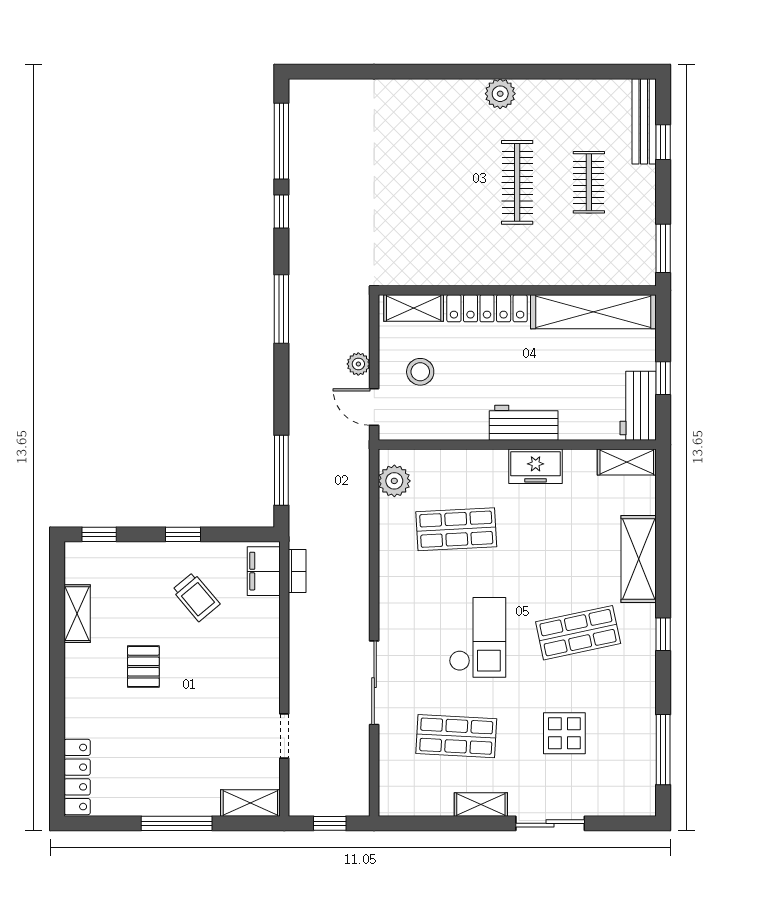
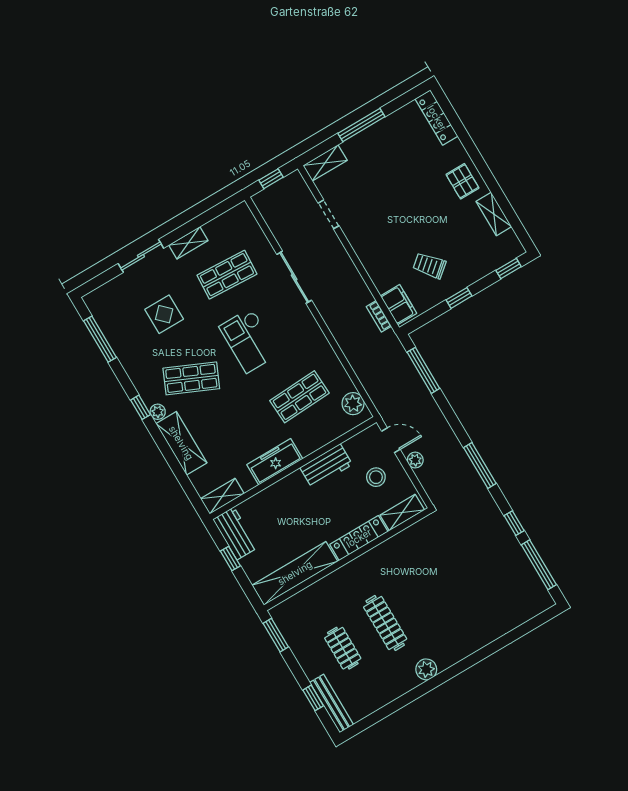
workbench: (524, 423) -> (326, 466), moved
freezer: (536, 466) -> (275, 462), width x1.40
plant: (645, 616) -> (158, 412), added
shop shelf: (578, 633) -> (191, 378), turned 36
pallet: (143, 667) -> (462, 181), moved

